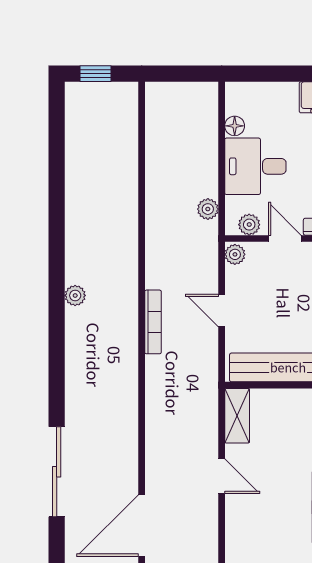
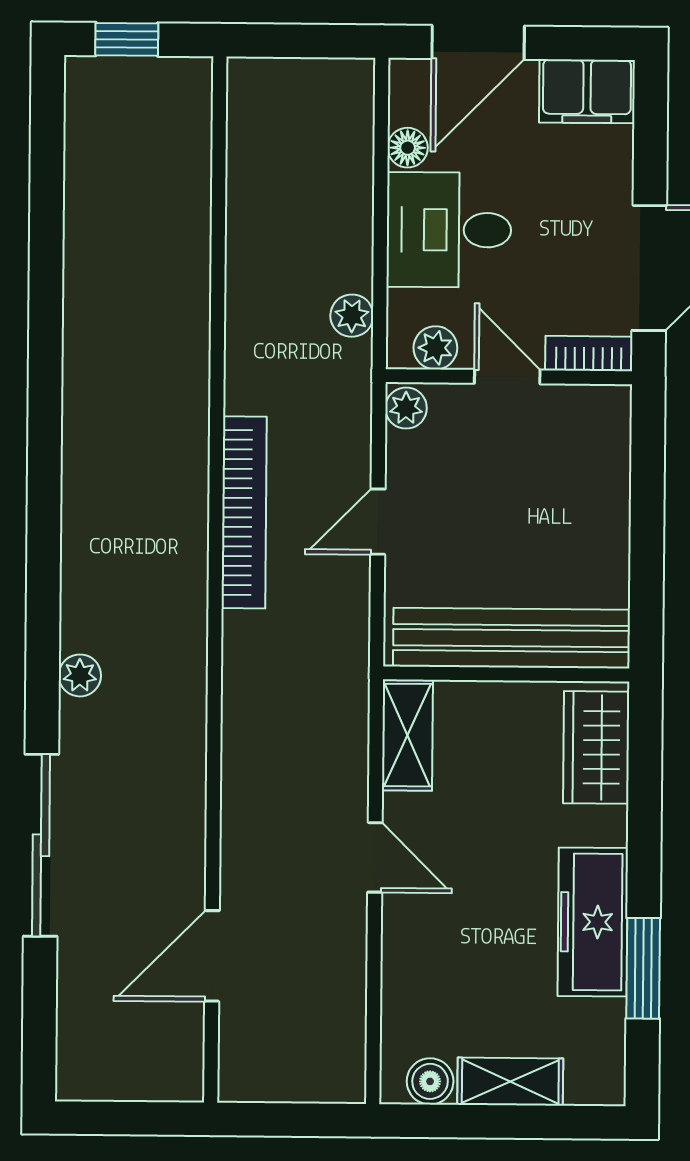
door: (269, 74) -> (478, 42), added
plant: (75, 295) -> (80, 675), moved
door: (222, 311) -> (378, 522), hinge flipped
bookcase: (153, 322) -> (244, 512), width x1.48, depth x1.31
door: (142, 526) -> (212, 956), width x0.73

